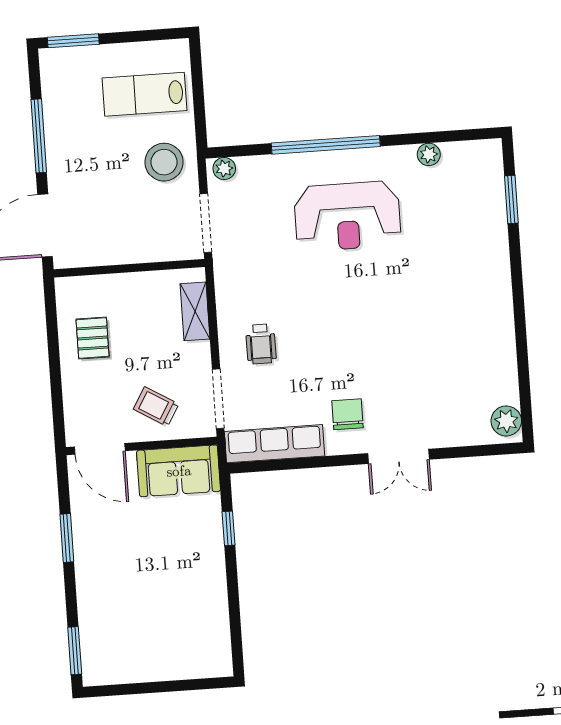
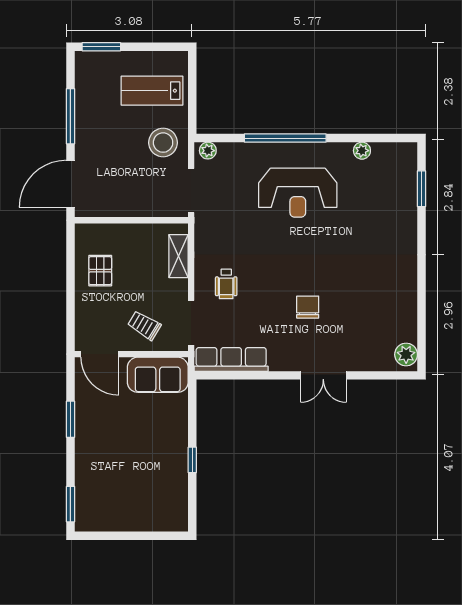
chair: (347, 414) -> (308, 307), moved
window: (229, 528) -> (192, 460), moved

